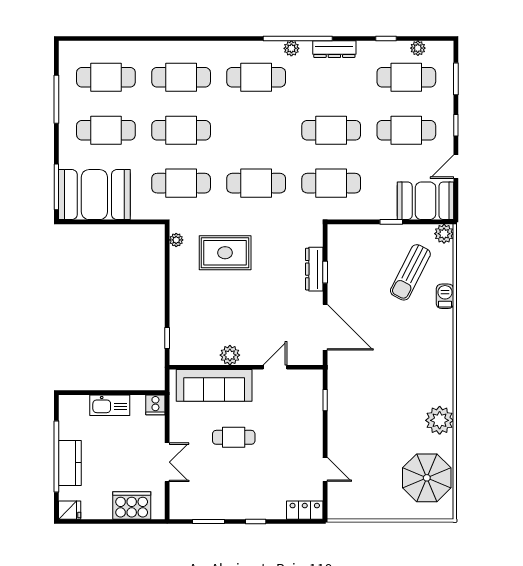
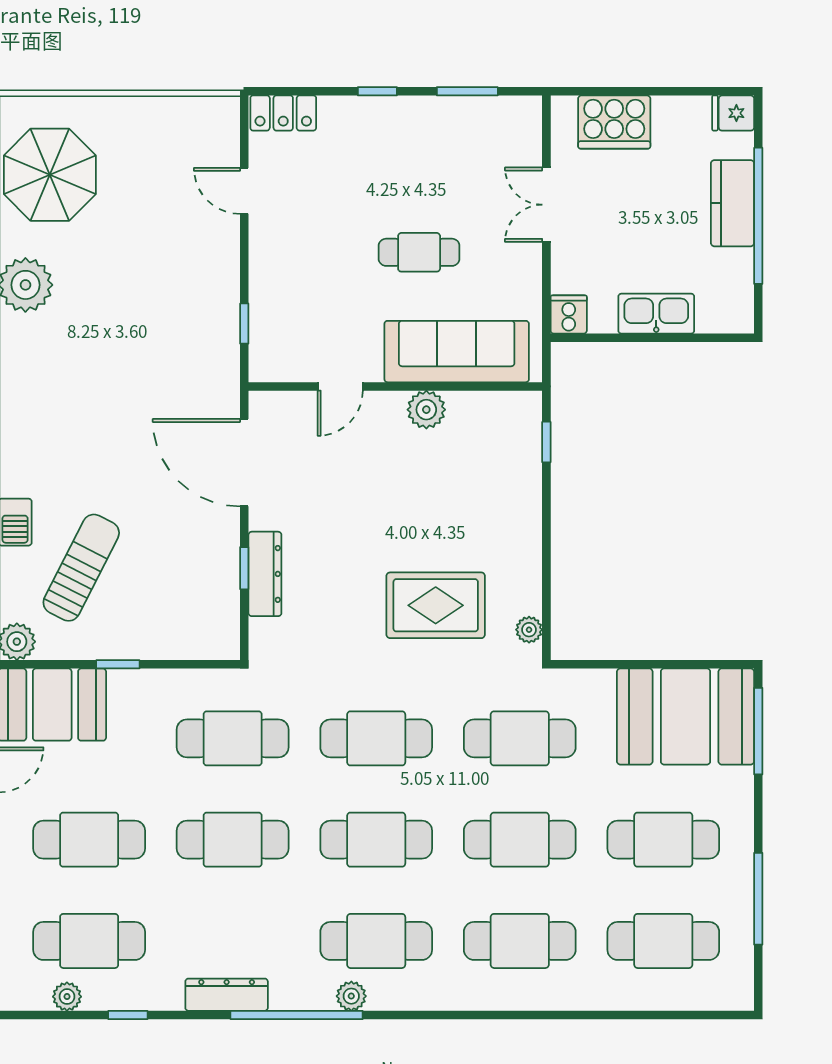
plant: (291, 48) -> (351, 996), moved
cafe table: (256, 130) -> (376, 840), added

